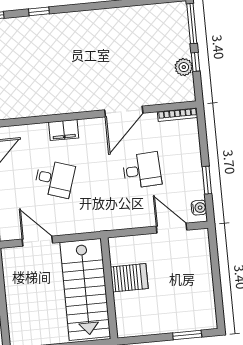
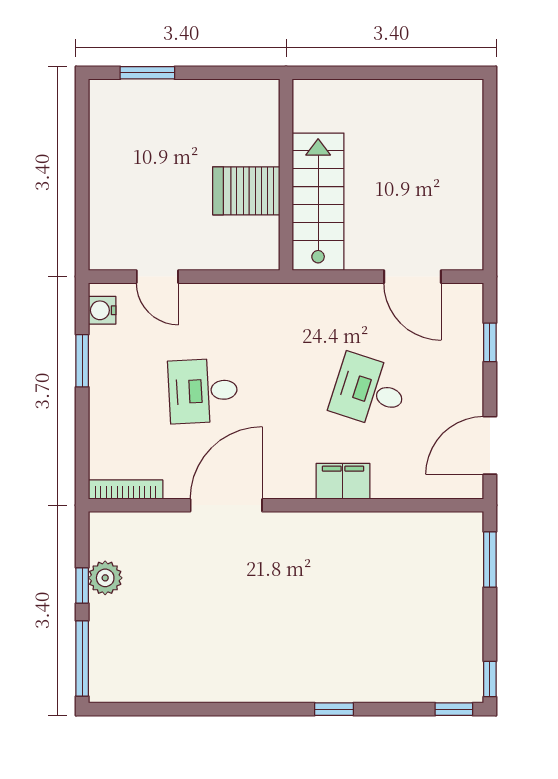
window: (39, 11) -> (334, 709), moved
door: (172, 228) -> (157, 277), width x0.73
stairs: (85, 289) -> (318, 202), width x0.73, depth x0.66

